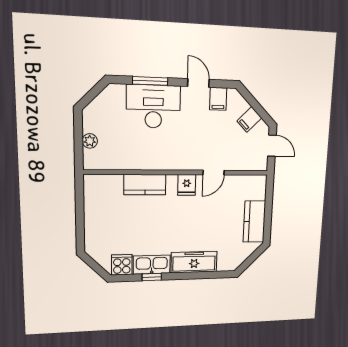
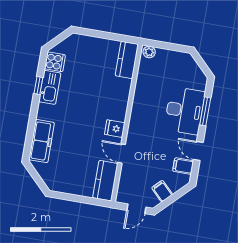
door: (198, 83) -> (198, 151), swing flipped
plant: (90, 141) -> (149, 52), moved
kitchen counter: (145, 185) -> (127, 60), moved
kitchen counter: (254, 222) -> (105, 181), moved, turned -90
freezer: (194, 262) -> (42, 141), moved

